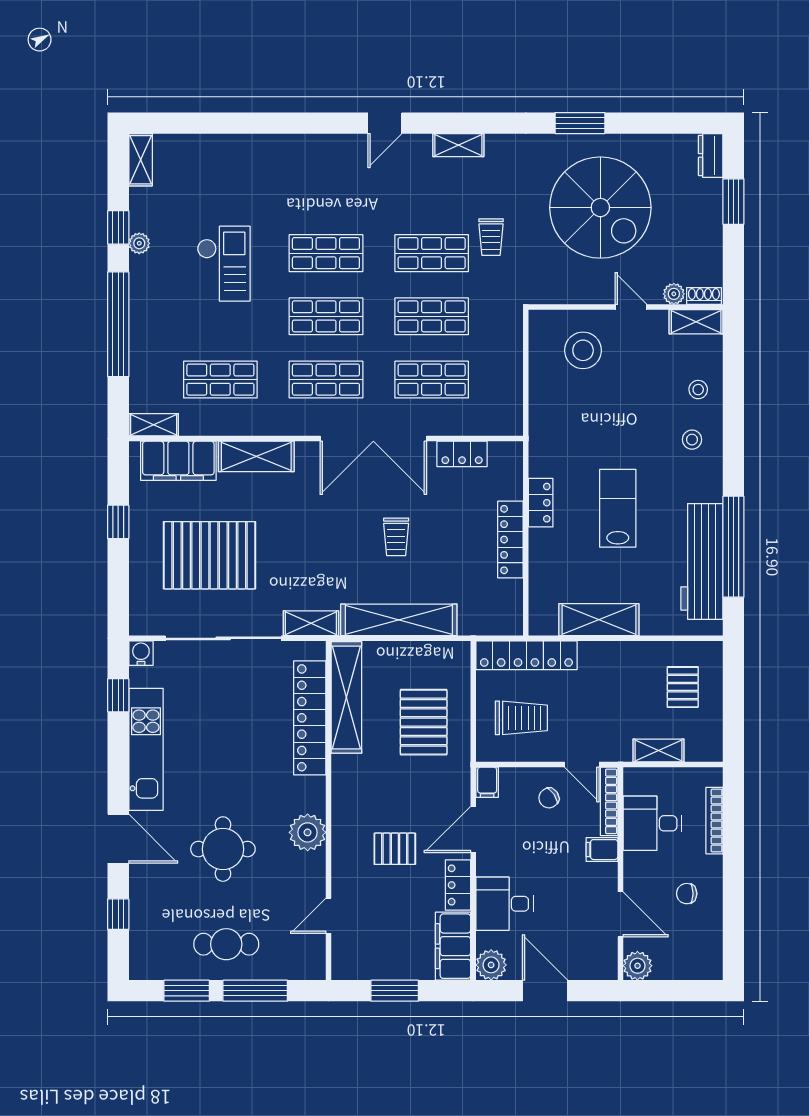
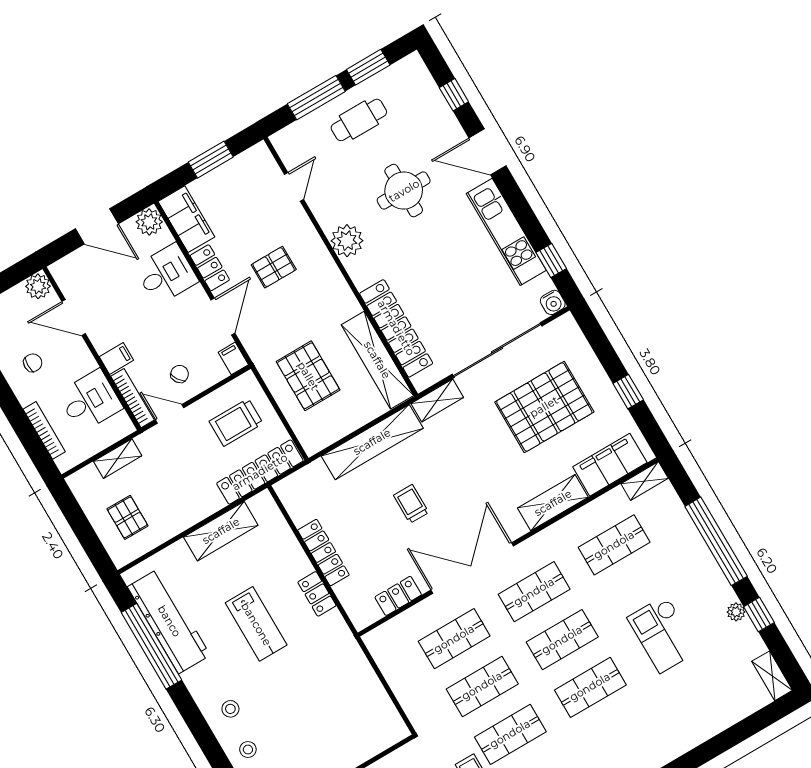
stool: (583, 350) -> (353, 728), removed

